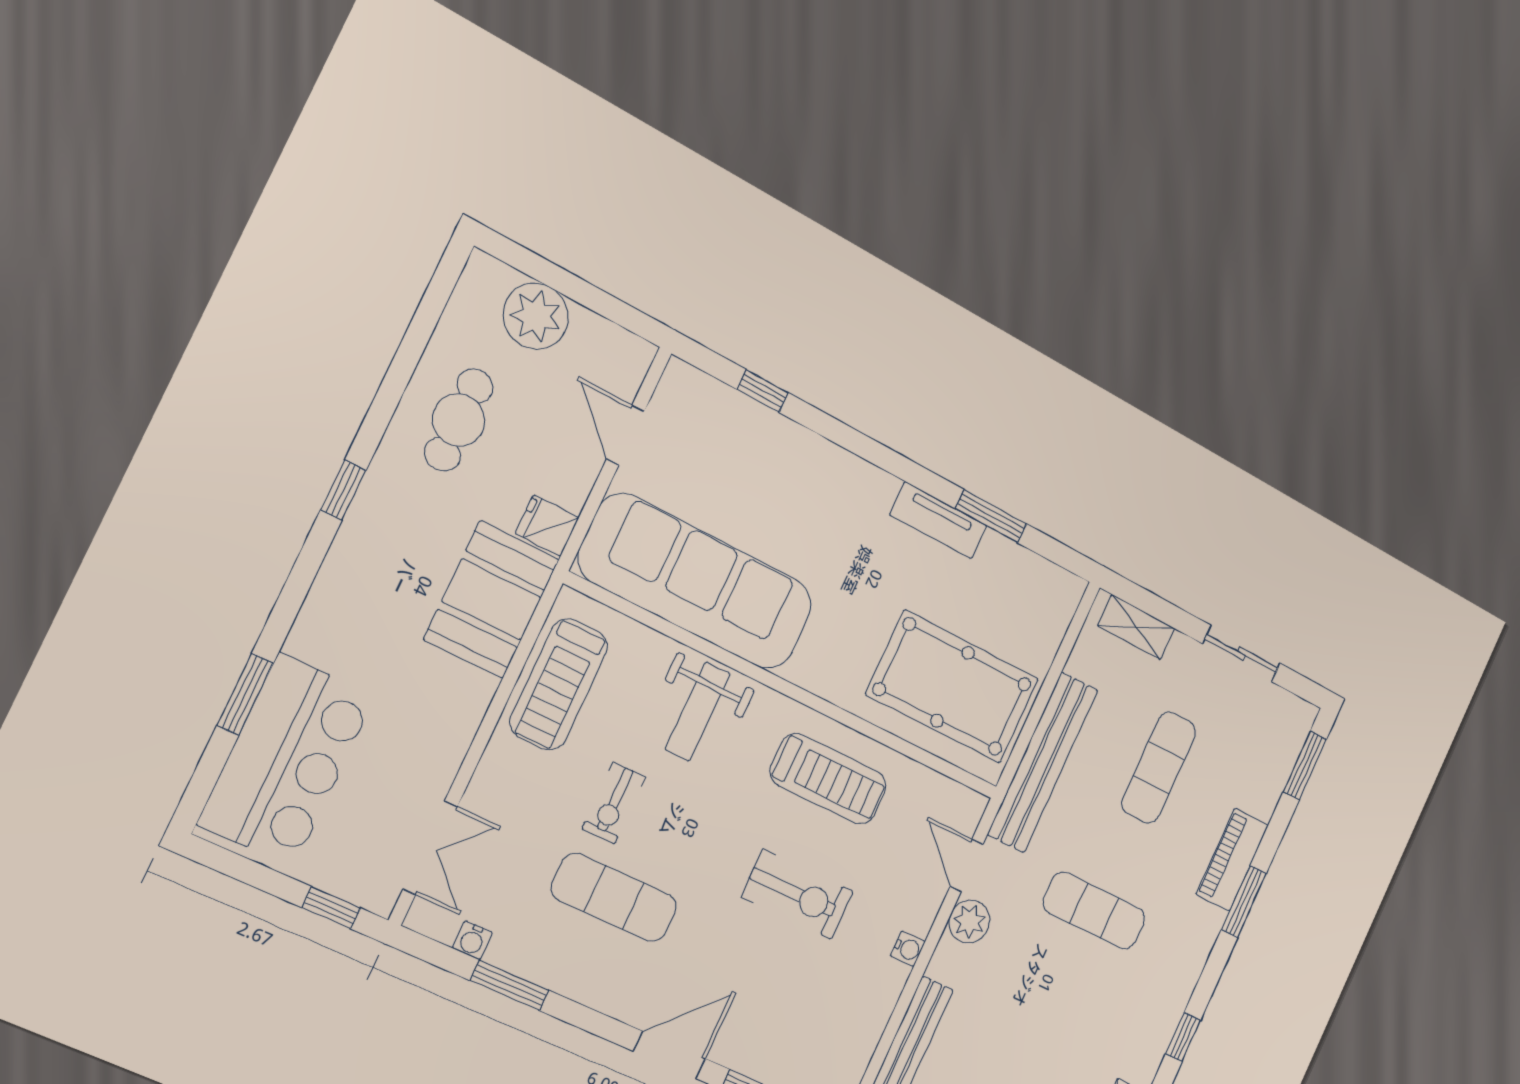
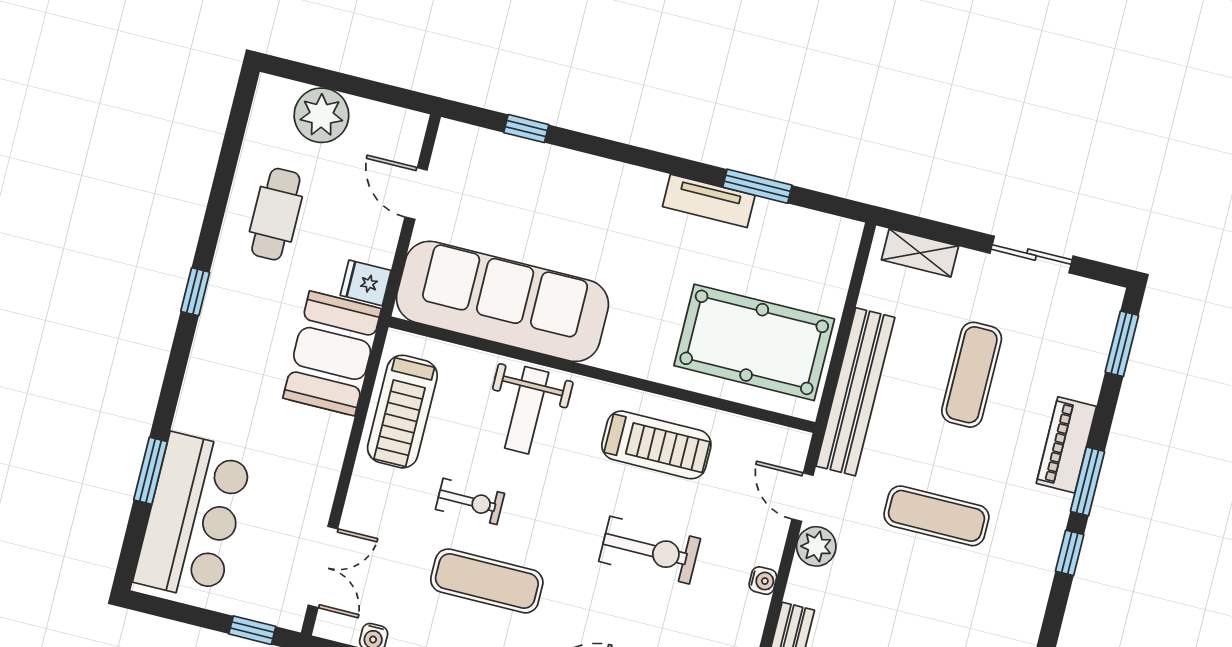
exercise bike: (614, 803) -> (470, 501), turned -90
window: (1183, 1037) -> (1070, 553), moved

